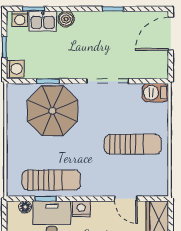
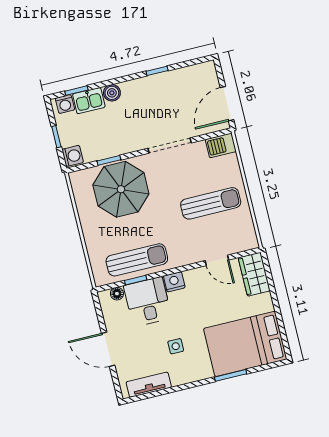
door: (171, 34) -> (227, 104), moved

